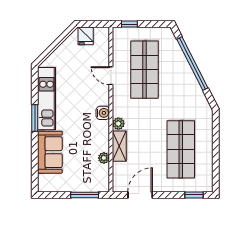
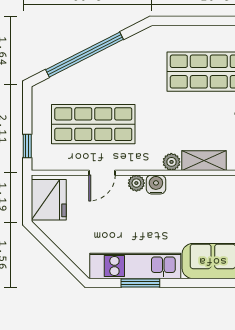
fridge: (86, 36) -> (49, 200), width x1.88, depth x1.34
window: (35, 118) -> (140, 283), moved
plant: (104, 158) -> (136, 183), moved

